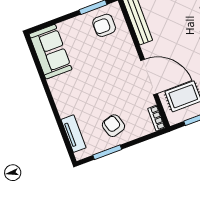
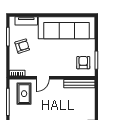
sofa: (51, 52) -> (67, 28), width x1.85, depth x1.27
door: (149, 77) -> (43, 78), width x0.53

